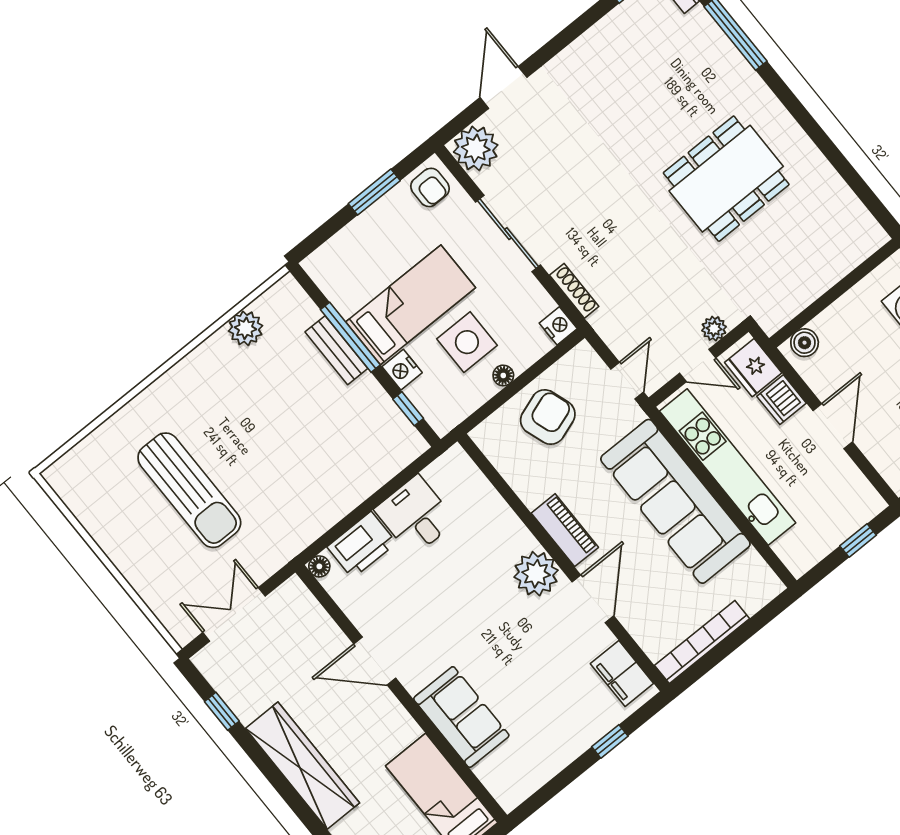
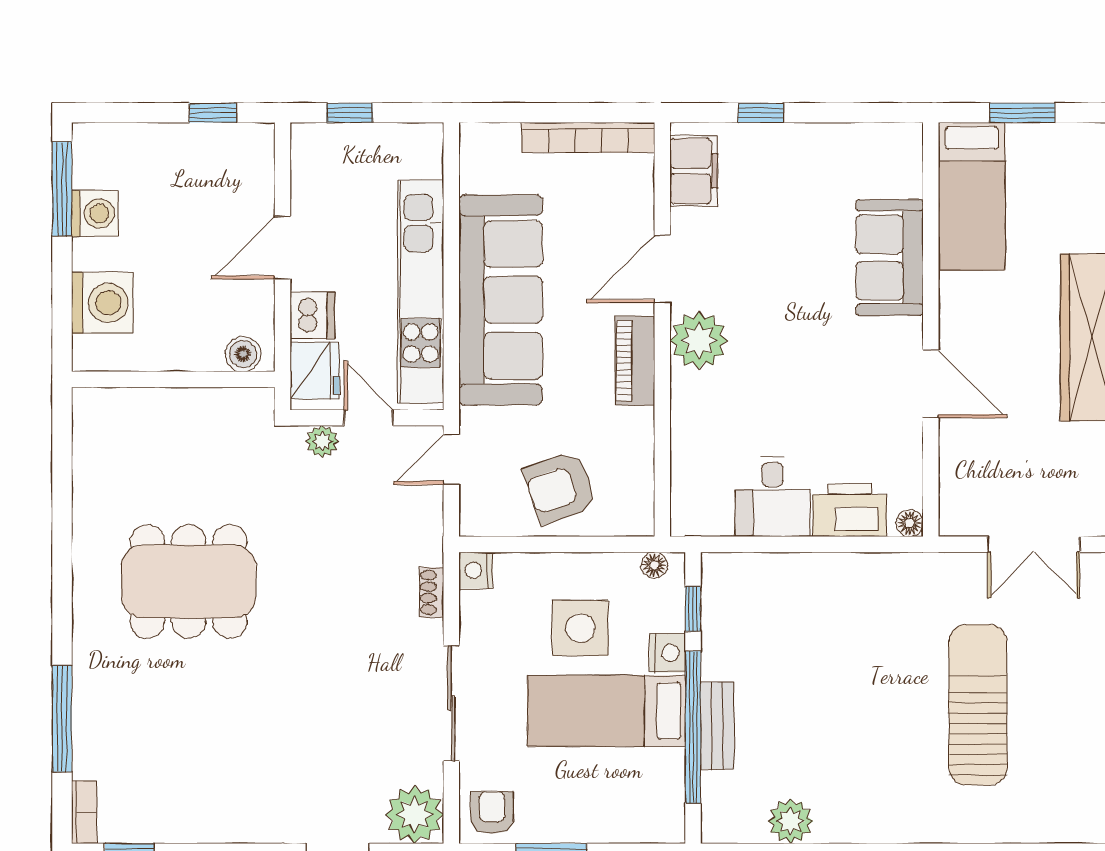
shoe rack: (574, 291) -> (431, 592), width x0.70
window: (350, 337) -> (693, 727), width x1.46
floor lamp: (503, 375) -> (654, 565), moved

